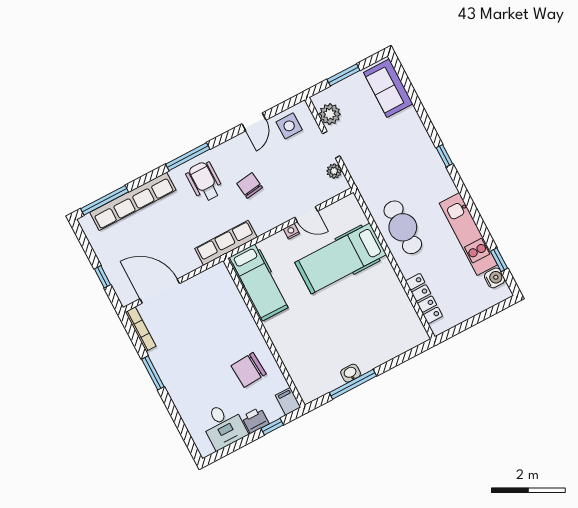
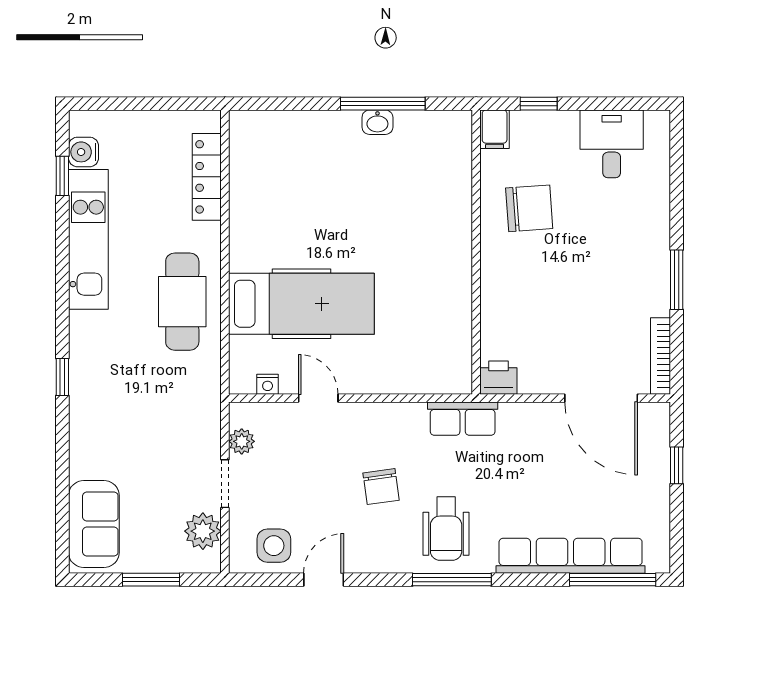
nightstand: (291, 231) -> (268, 384), moved
row of seats: (226, 243) -> (463, 419), width x0.68
hospital bed: (259, 282) -> (445, 333), removed
printer: (255, 420) -> (498, 378), moved, turned 180

